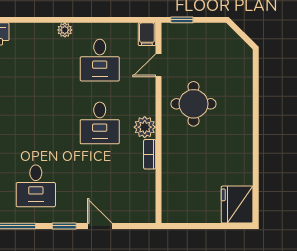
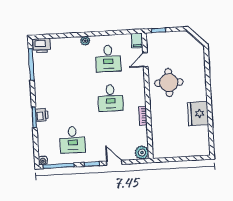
plant: (145, 127) -> (142, 153), moved
fridge: (237, 205) -> (198, 114), moved

